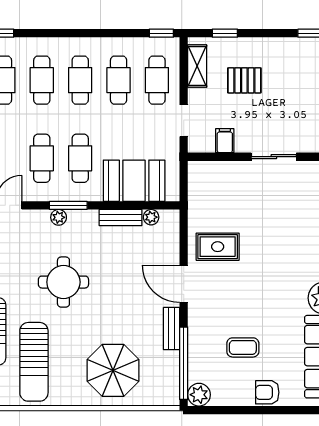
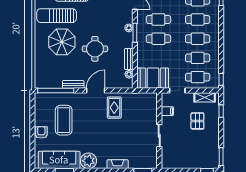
booth: (134, 181) -> (153, 78), moved, turned 90
round table: (63, 282) -> (95, 49), moved
coffee table: (243, 347) -> (64, 120), width x1.86, depth x1.72
parasol: (113, 370) -> (62, 42), moved
plant: (199, 395) -> (40, 98), removed

